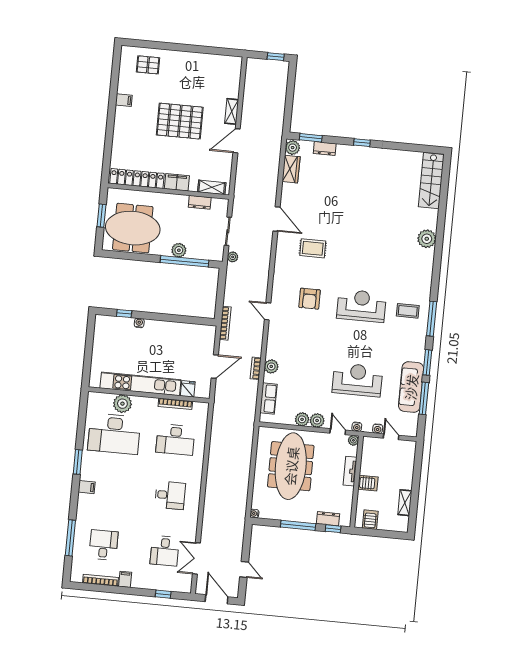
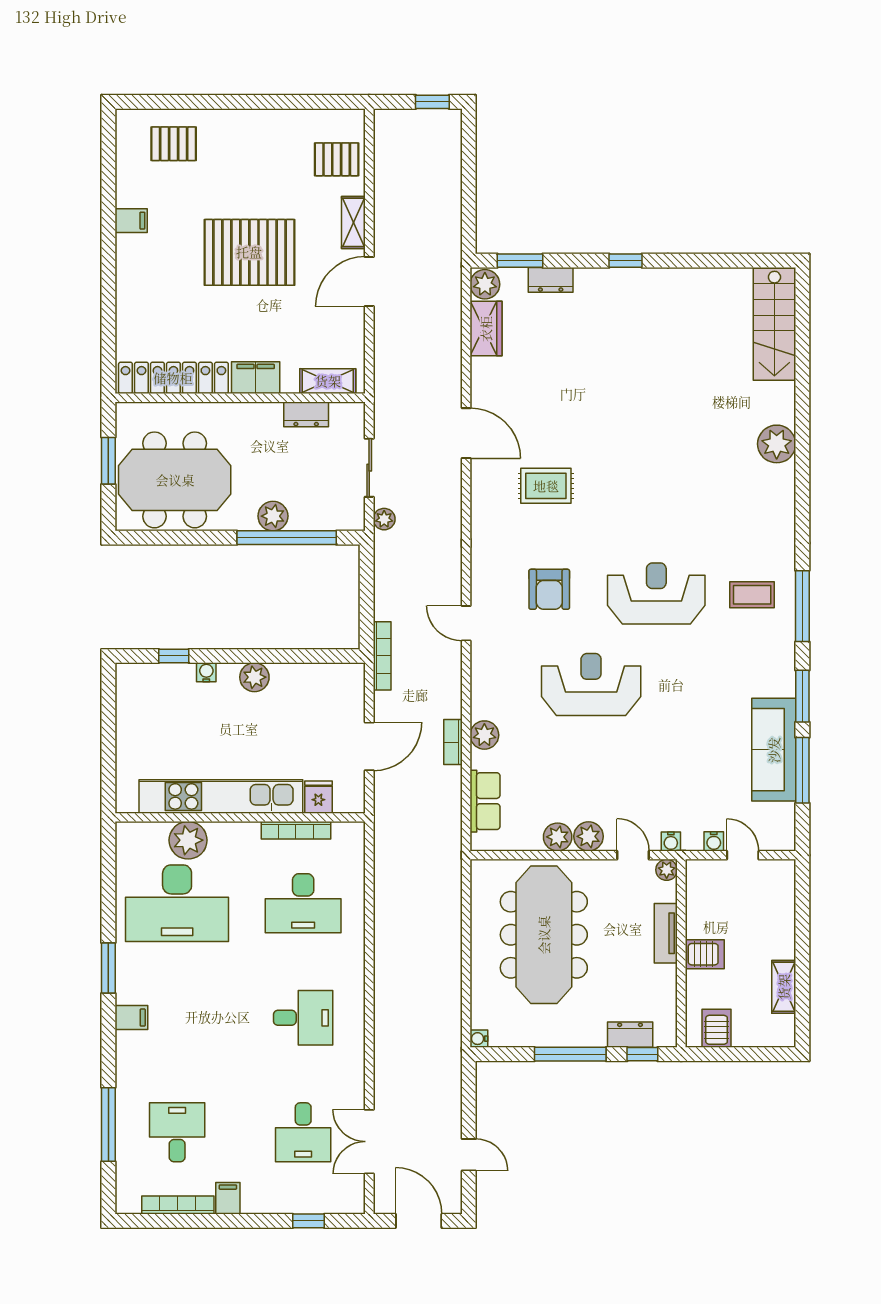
pallet: (226, 80) -> (337, 159), added
plant: (162, 328) -> (254, 677), added
reception desk: (357, 380) -> (591, 684), moved

